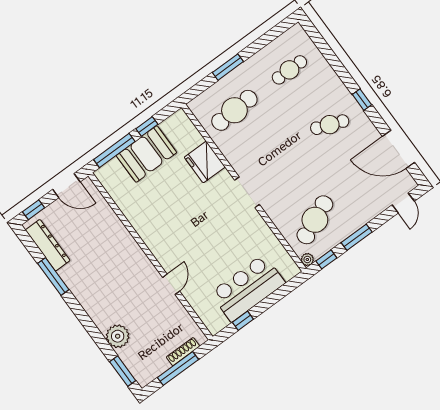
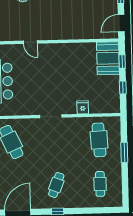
window: (114, 150) -> (122, 61), width x0.46
booth: (146, 154) -> (108, 58), moved
fridge: (205, 162) -> (83, 107), width x0.53, depth x0.75

